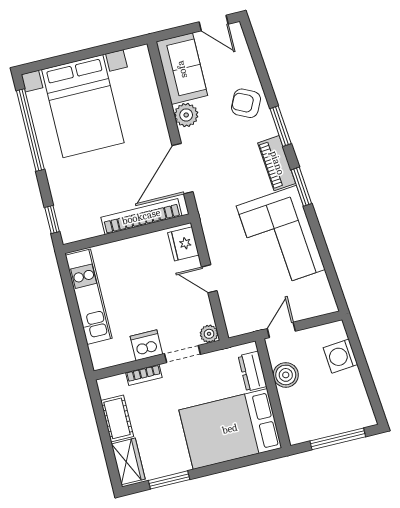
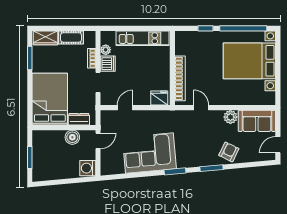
piano: (277, 163) -> (191, 161), removed
door: (182, 169) -> (201, 108), width x0.53
window: (52, 220) -> (206, 28), moved
door: (209, 279) -> (125, 108), moved
door: (281, 330) -> (98, 141), hinge flipped
plant: (209, 334) -> (106, 50), moved
washing machine: (340, 356) -> (88, 168), moved, turned -85
window: (338, 439) -> (30, 157), width x0.69

